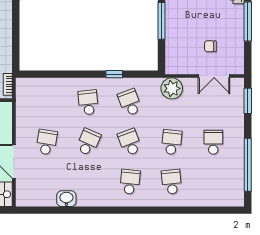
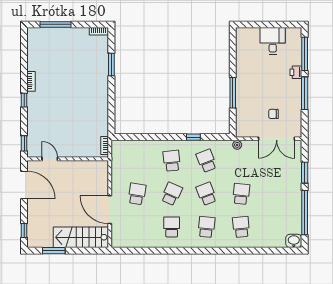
double door: (214, 76) -> (277, 139), width x1.37
plant: (172, 88) -> (237, 145), width x0.53, depth x0.53
window: (248, 101) -> (305, 173), moved
school desk: (213, 142) -> (172, 227), moved
washbasin: (66, 199) -> (294, 241), moved

